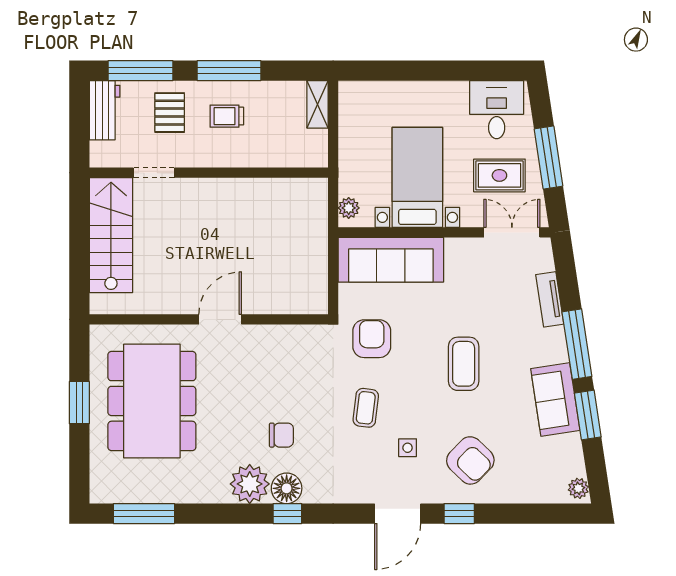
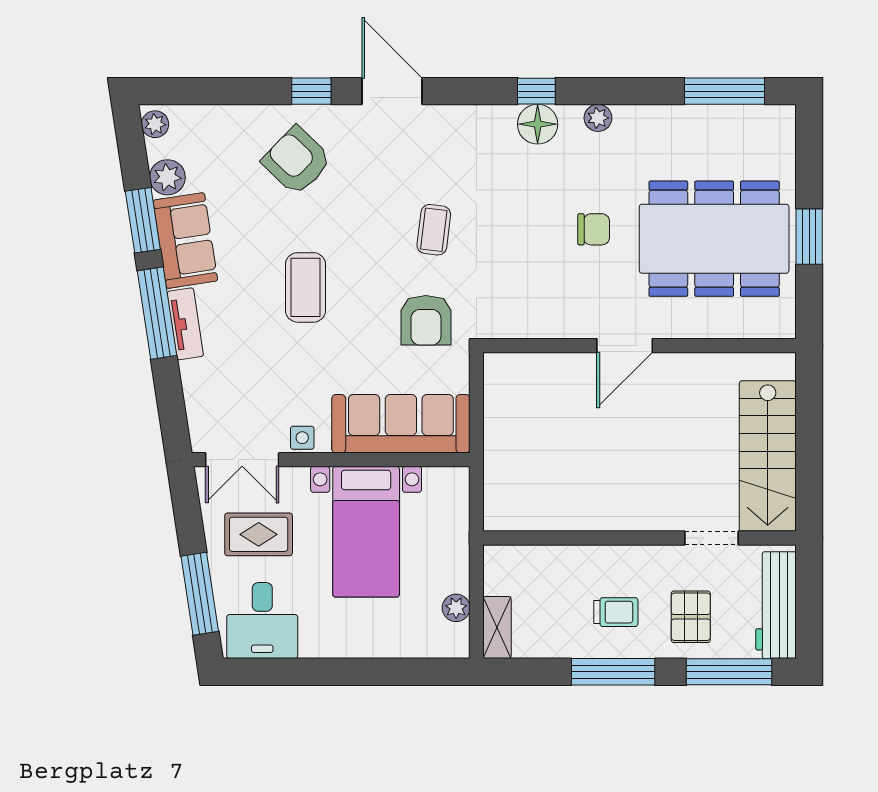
workbench: (105, 110) -> (776, 605), width x1.38
window: (549, 158) -> (200, 594), moved
plant: (349, 208) -> (456, 608), moved
tv unit: (550, 299) -> (185, 324), moved
dining table: (152, 401) -> (714, 239), turned 90
chair: (281, 435) -> (594, 229), moved, turned 180
side table: (408, 448) -> (302, 438), moved
plant: (569, 448) -> (167, 177), added
plant: (250, 484) -> (598, 118), width x0.53, depth x0.53
door: (398, 514) -> (392, 91), hinge flipped

